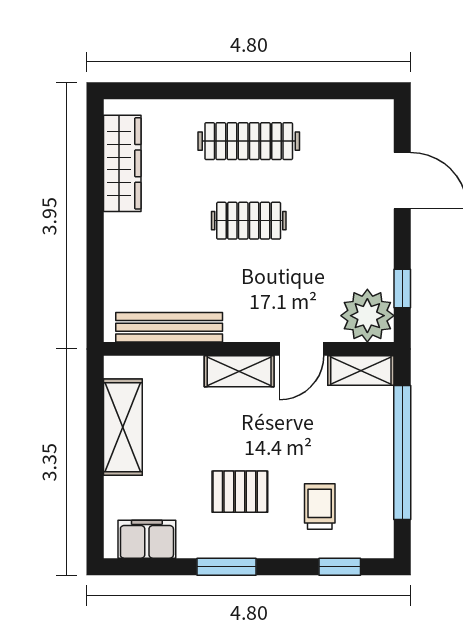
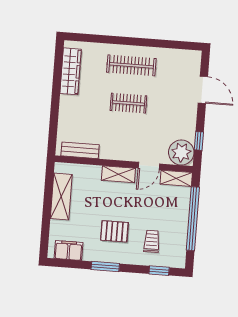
bench: (169, 327) -> (80, 150), width x0.73

